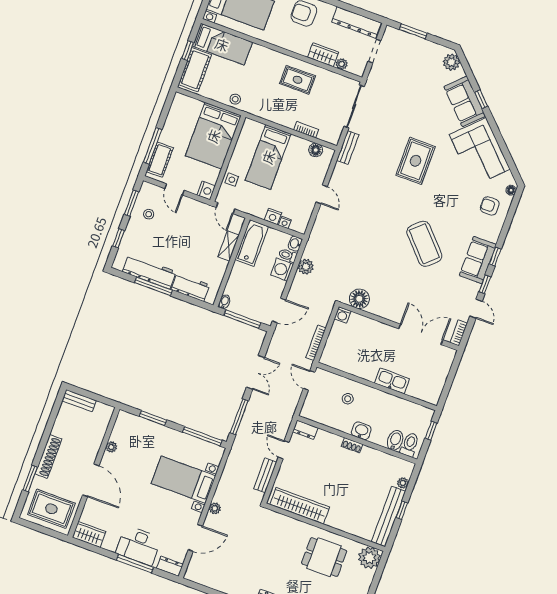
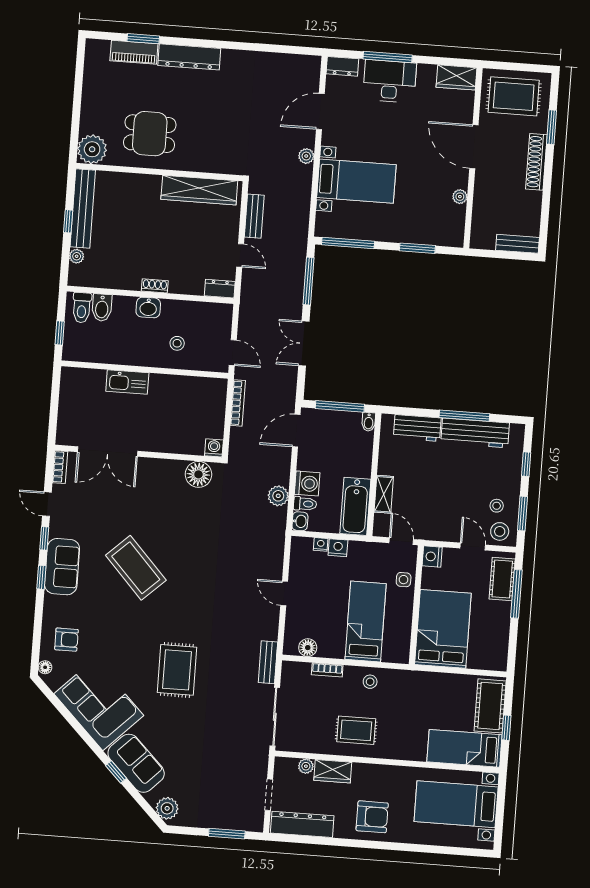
stool: (235, 99) -> (370, 682), moved
stool: (152, 195) -> (500, 531), added

